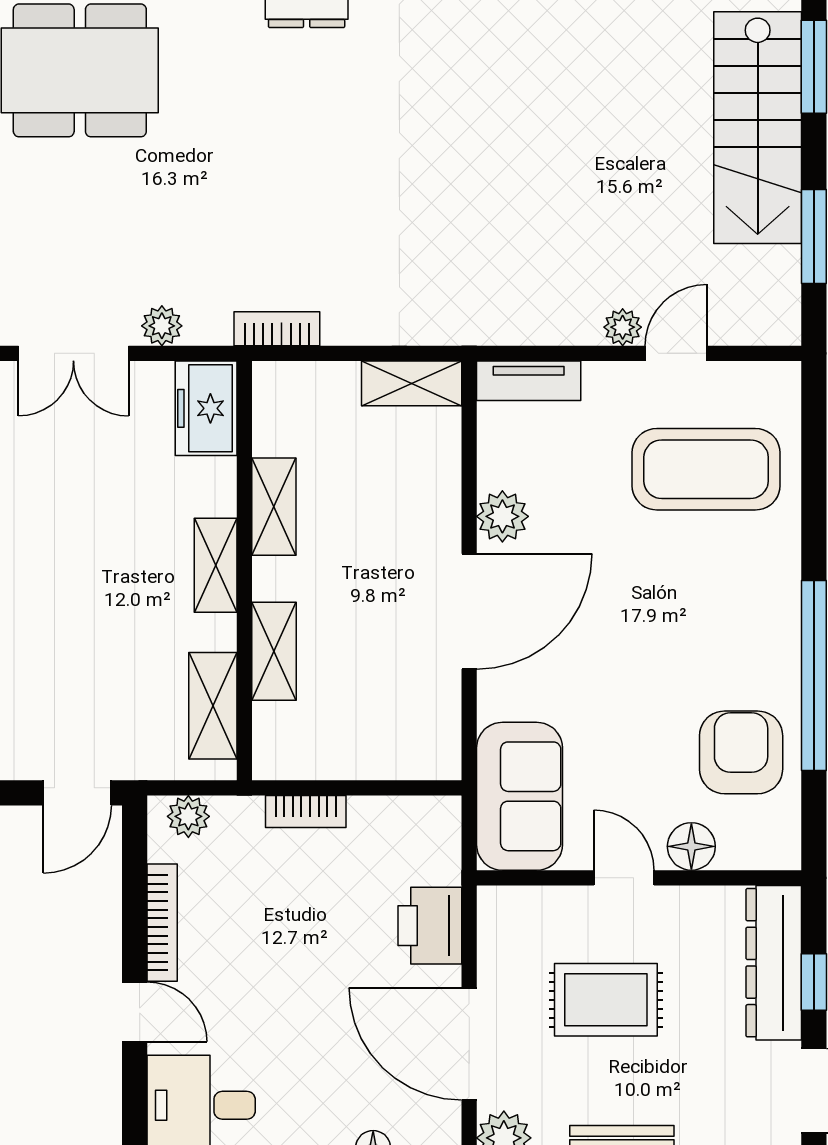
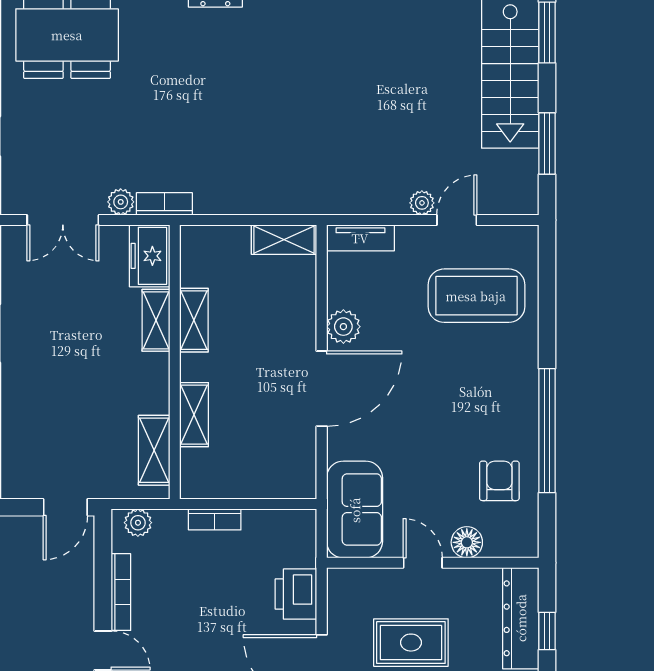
bookcase: (277, 329) -> (164, 204), moved
shelving: (216, 565) -> (156, 320), moved
armchair: (741, 752) -> (499, 481), width x0.72, depth x0.72

